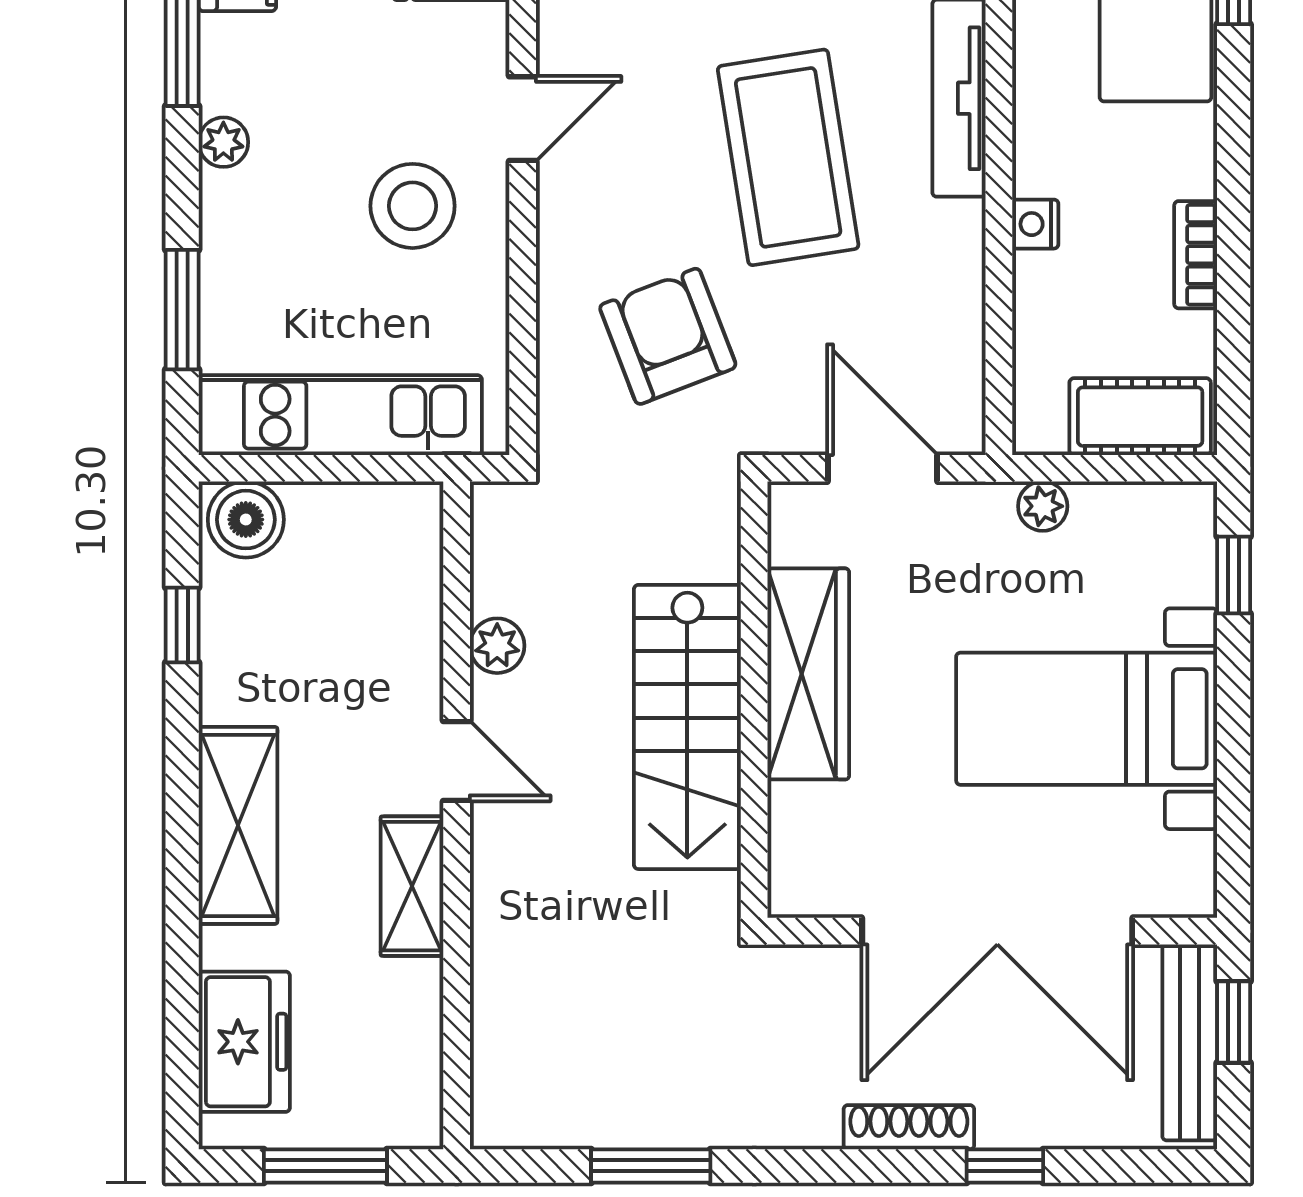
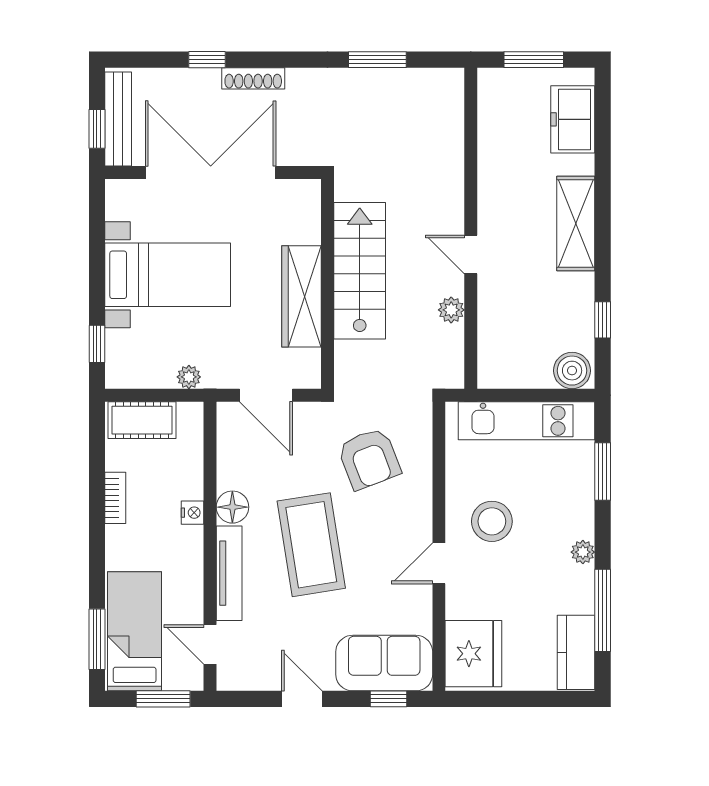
floor lamp: (952, 236) -> (232, 507), added
shelving: (412, 886) -> (492, 194), removed

